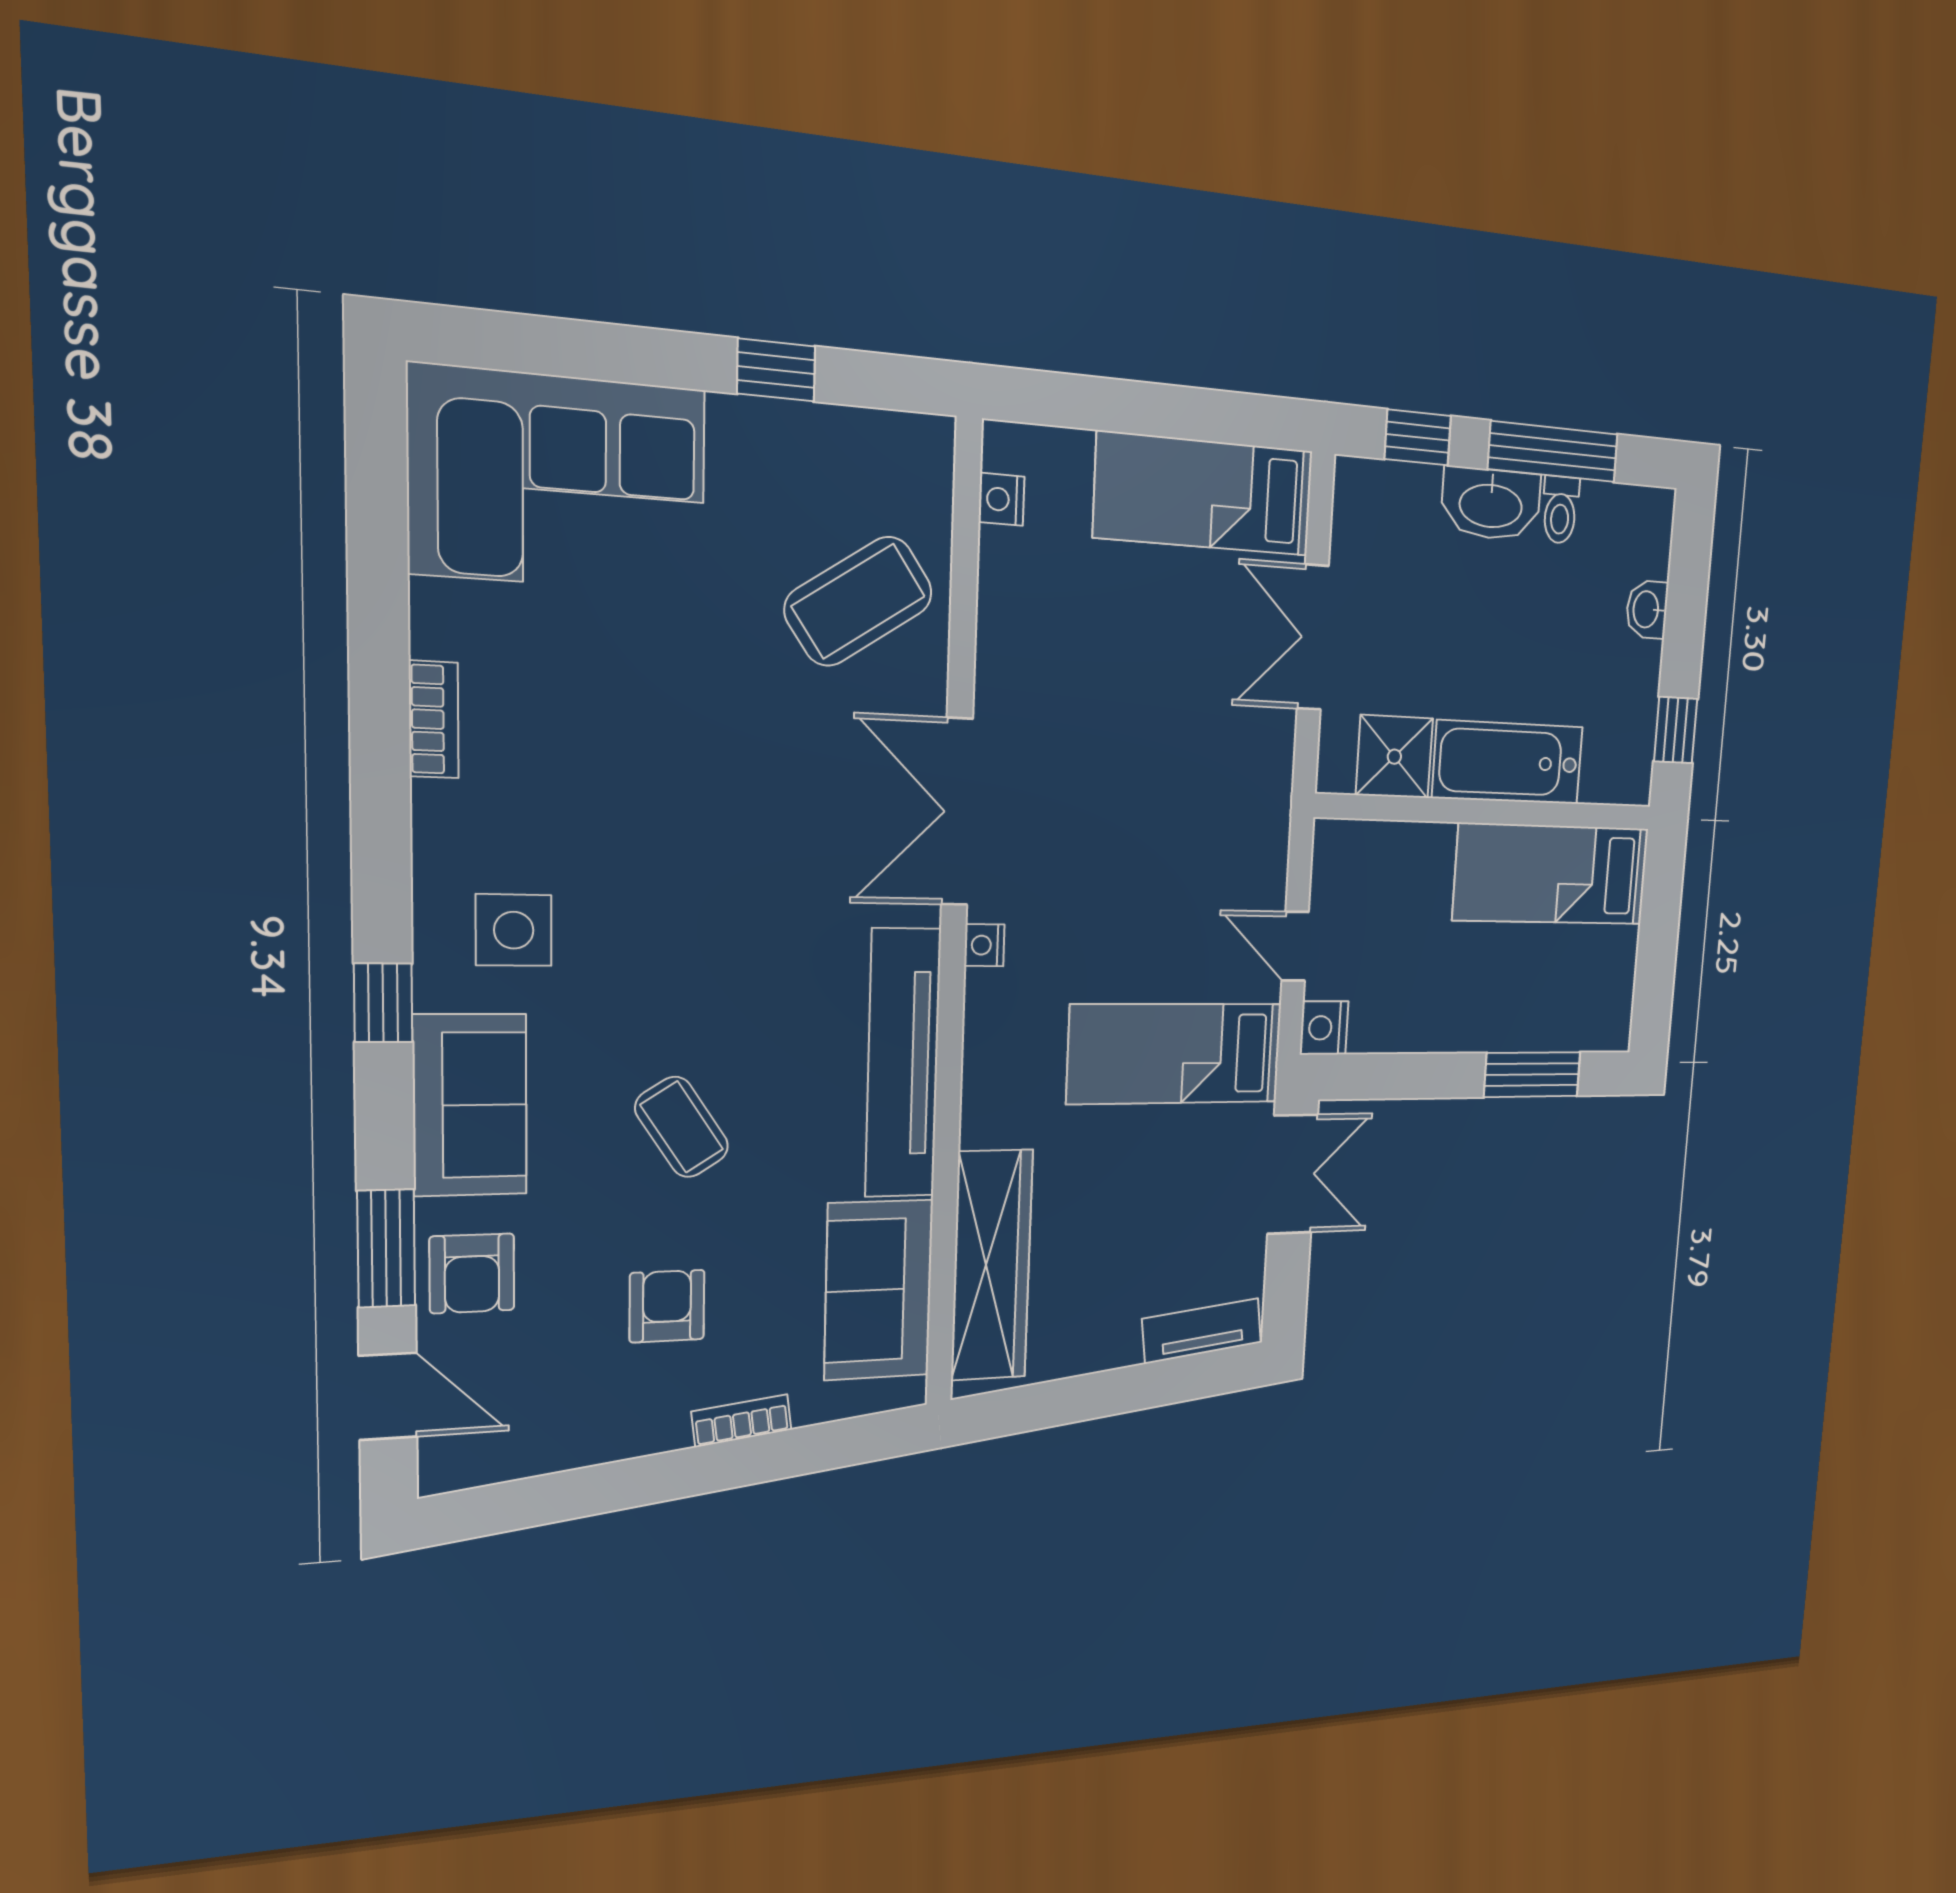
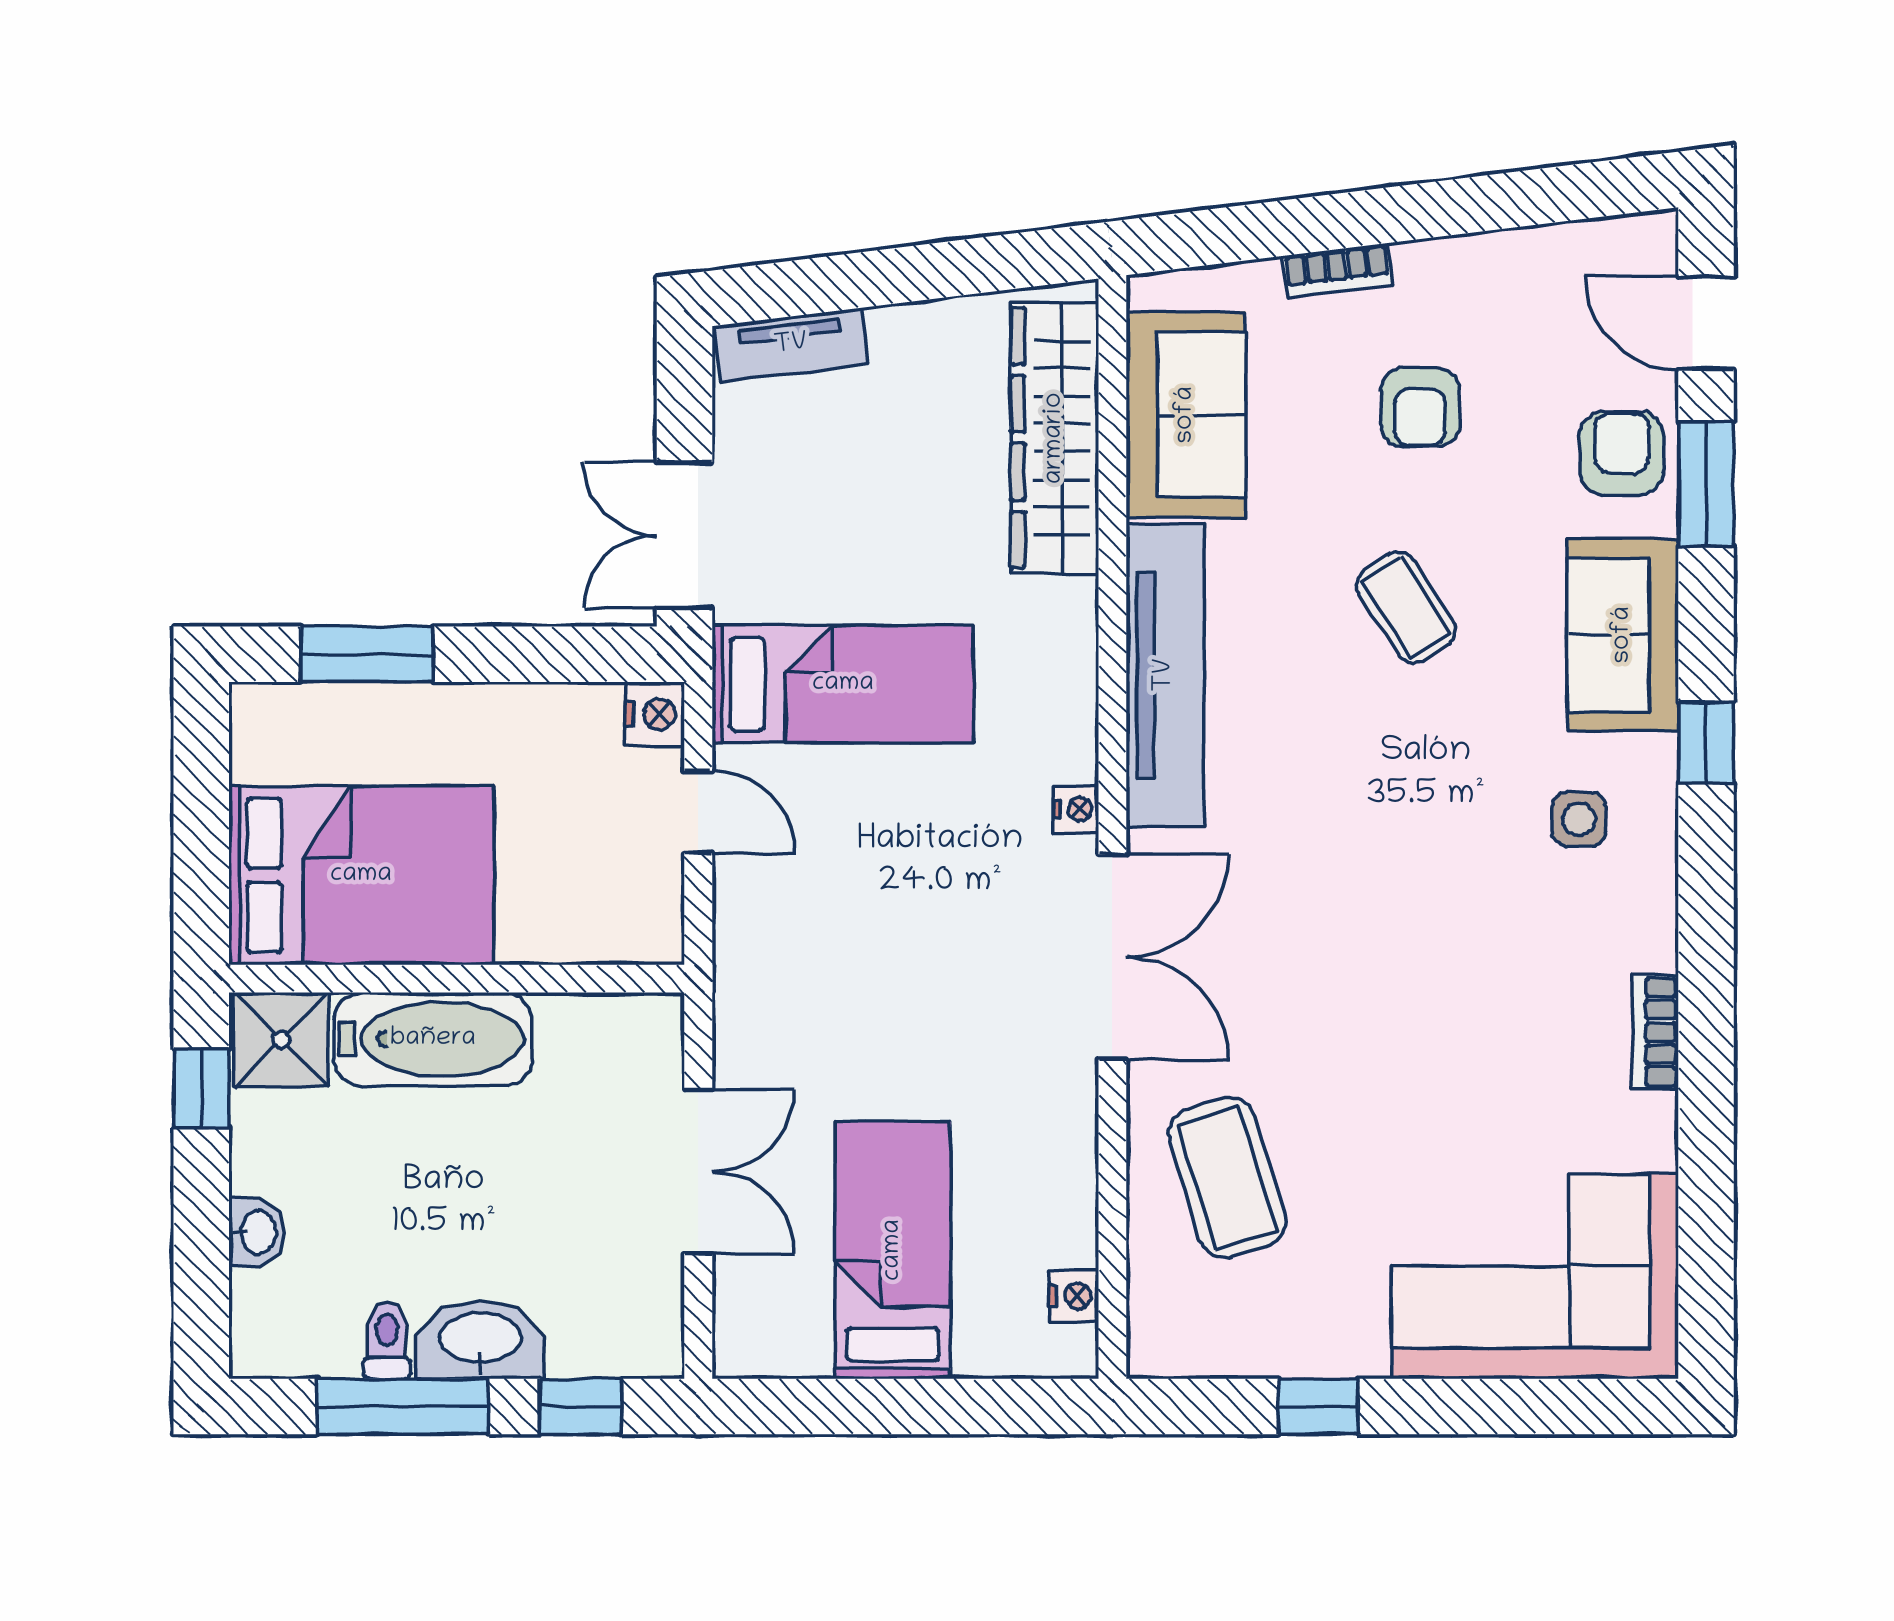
bed: (1204, 494) -> (893, 1250), moved, turned -90
coffee table: (858, 601) -> (1227, 1178), turned -73
shower: (1394, 757) -> (281, 1040), moved
bed: (1551, 874) -> (361, 875), width x1.50
side table: (514, 930) -> (1579, 819), width x0.73, depth x0.73

